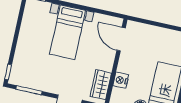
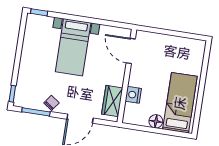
chair: (44, 83) -> (52, 103), added

